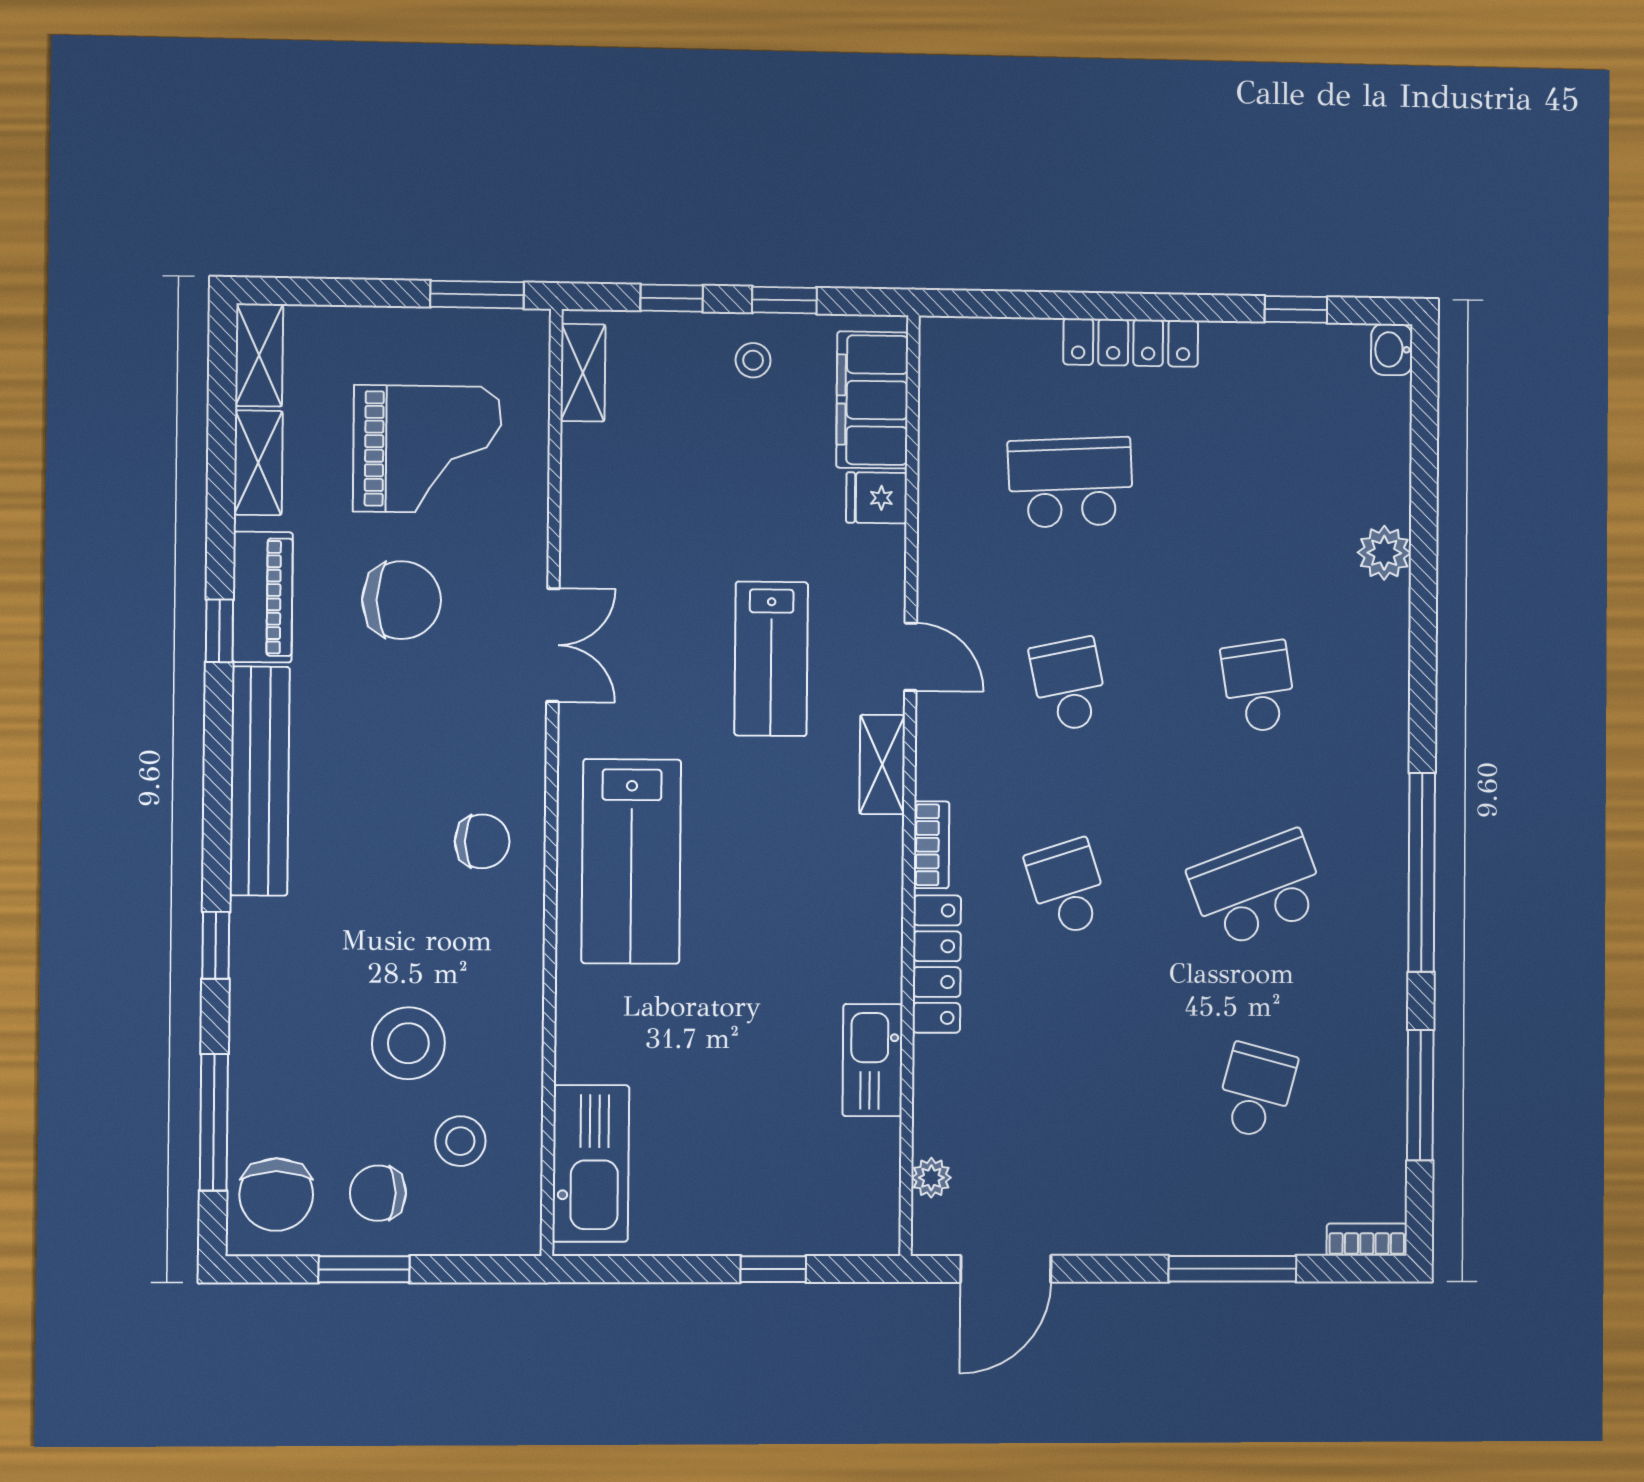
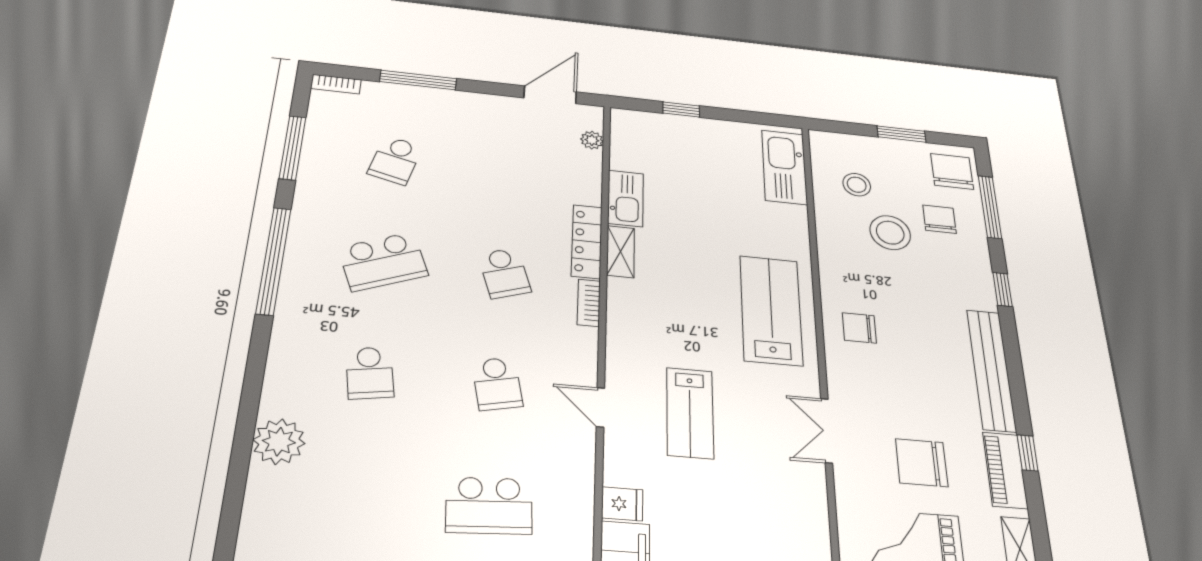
plant: (1384, 553) -> (279, 442), width x1.36, depth x1.36
lab bench: (771, 659) -> (690, 413), turned 180
shelving: (882, 765) -> (621, 252), moved
chair: (378, 1193) -> (939, 219), moved, turned -90

